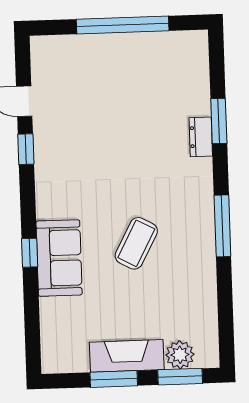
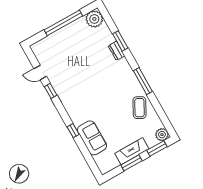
plant: (189, 49) -> (94, 19), added
coffee table: (136, 243) -> (139, 108), moved
sofa: (59, 258) -> (92, 138), moved
plant: (180, 355) -> (162, 135), moved

